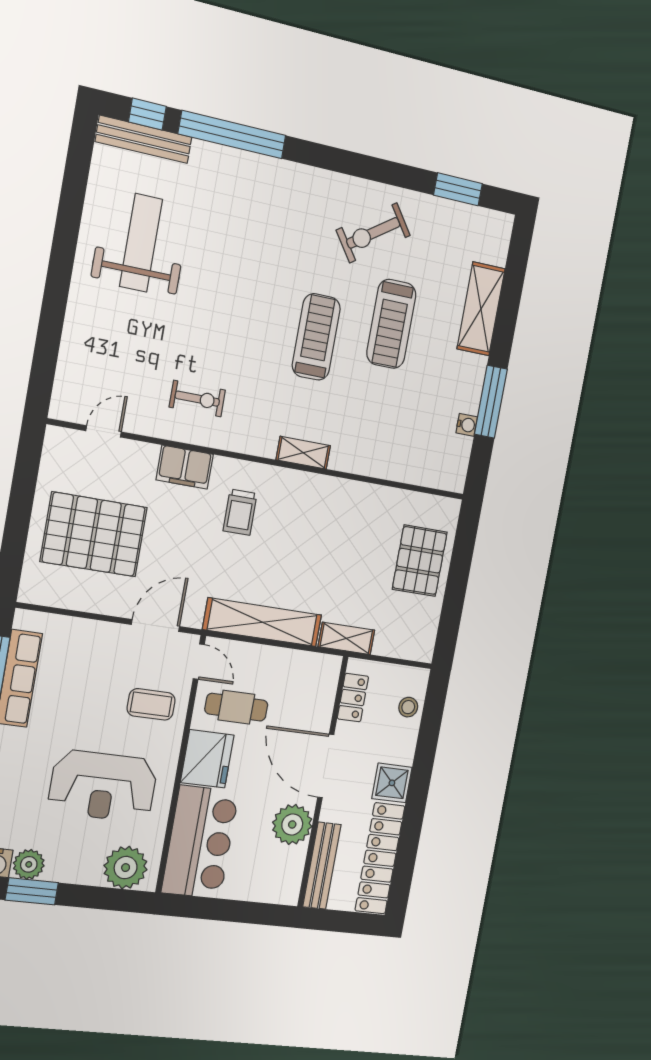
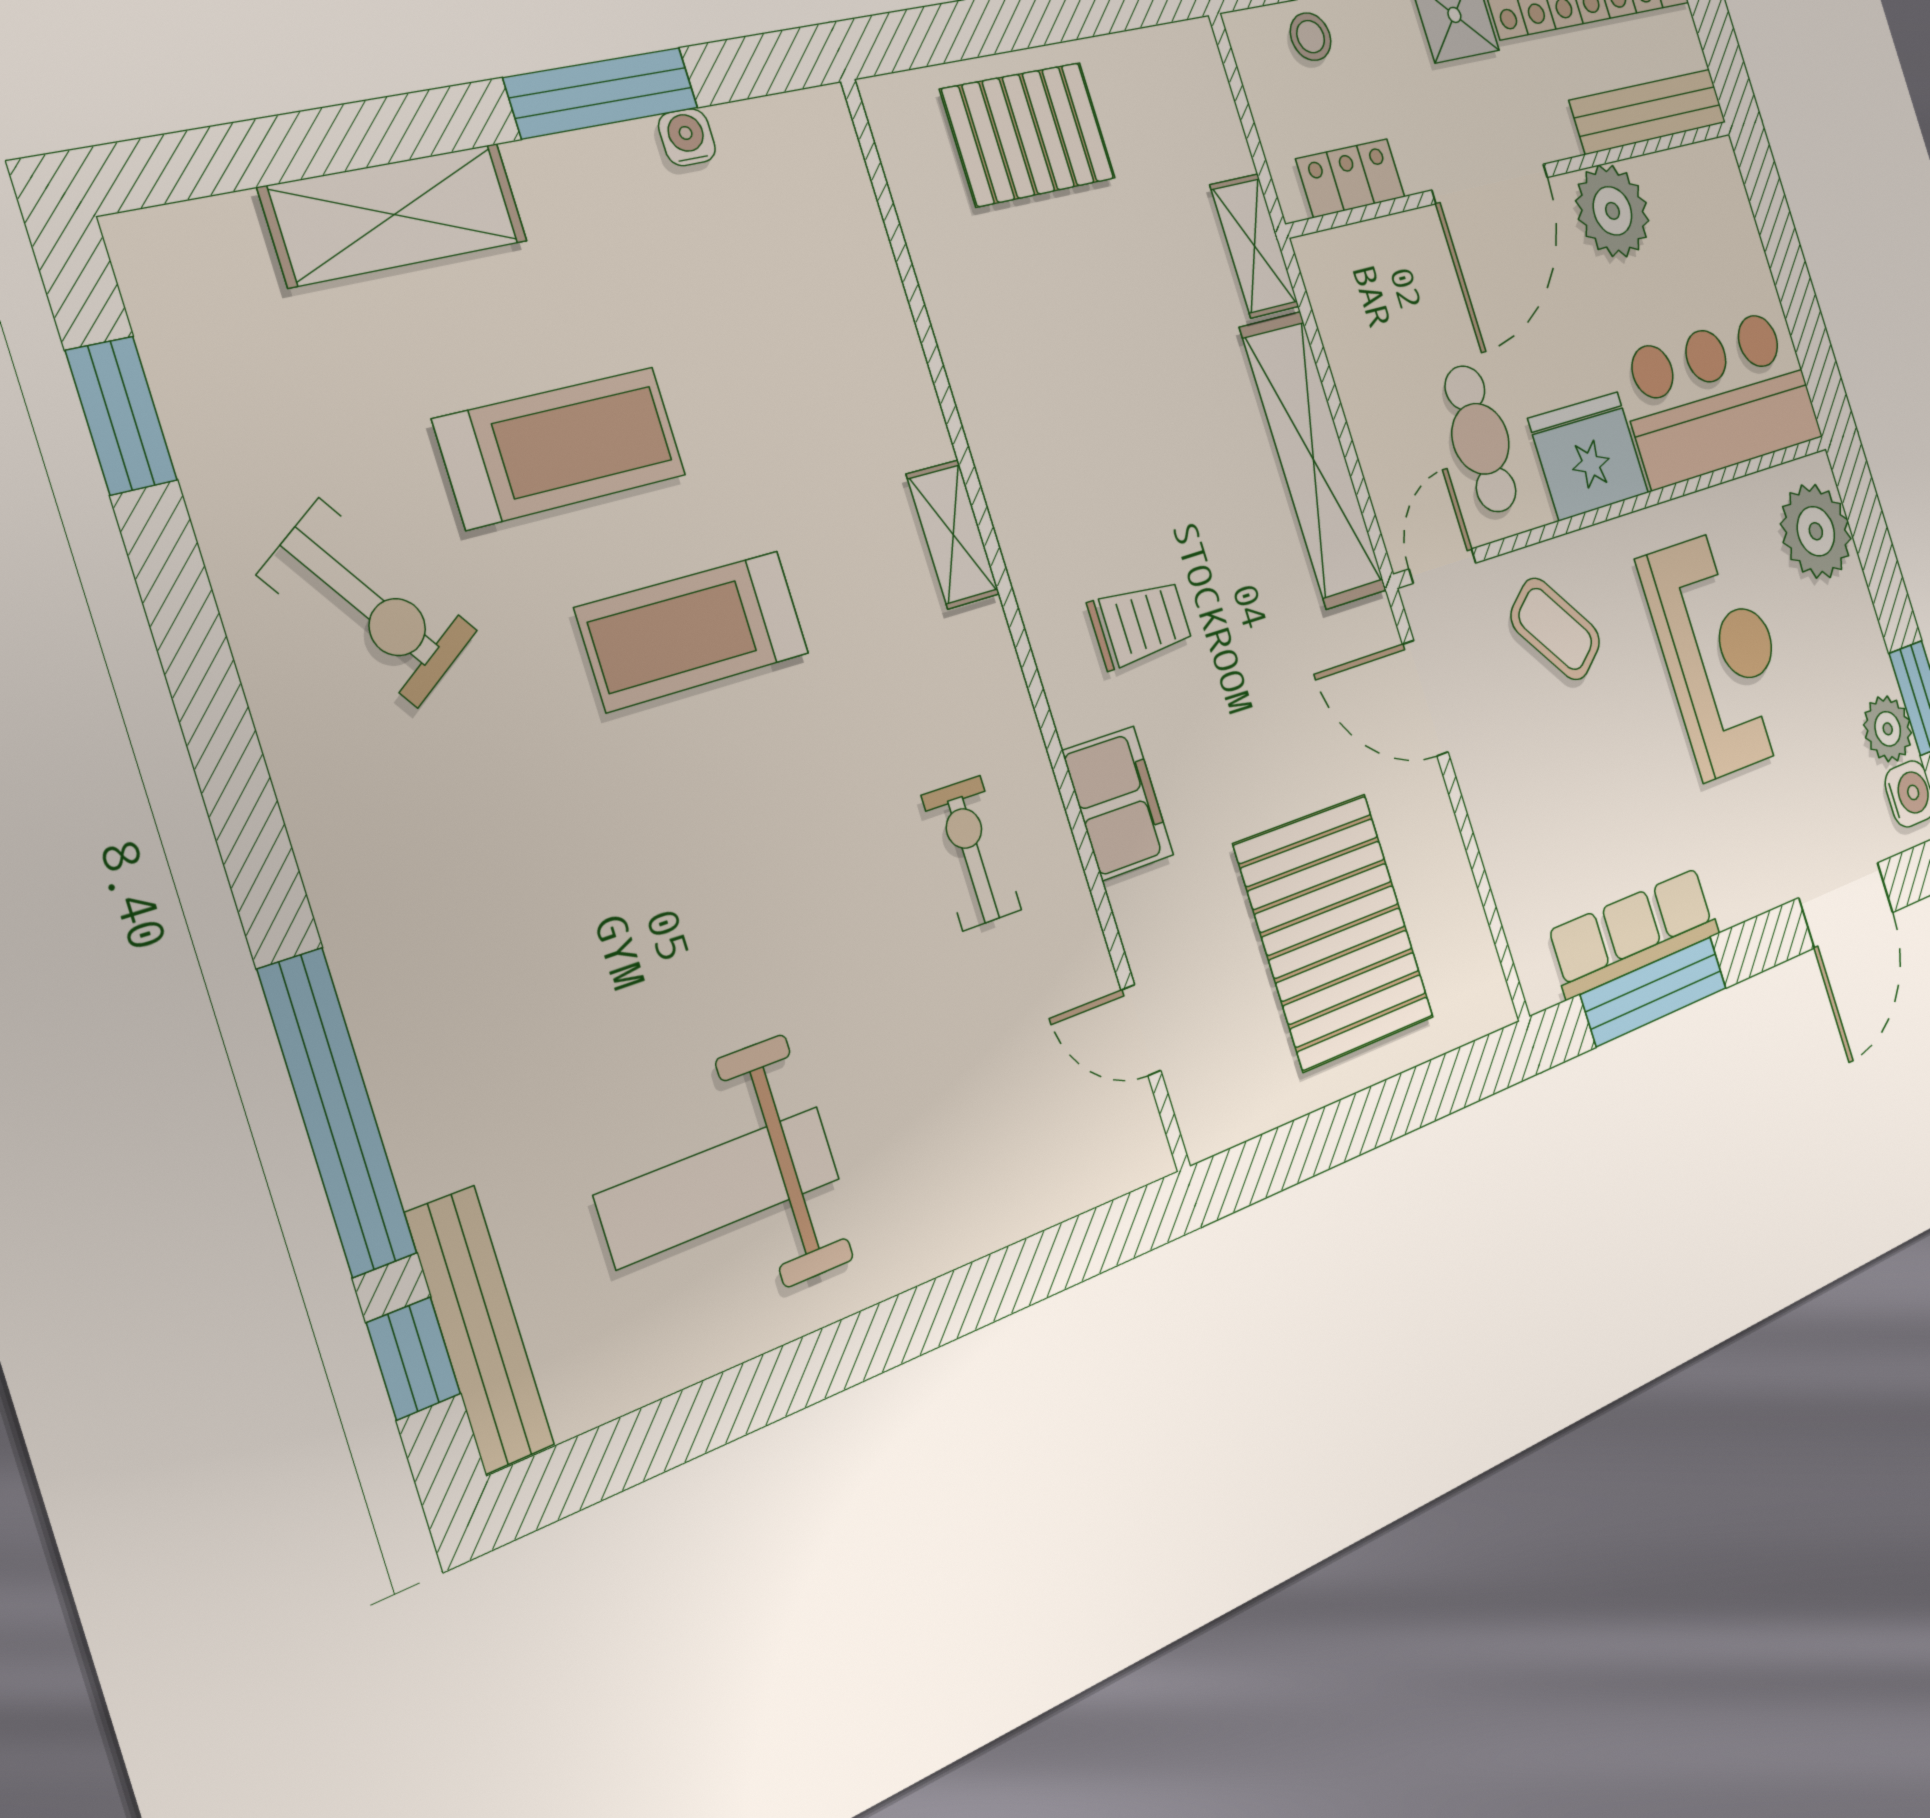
coffee table: (151, 704) -> (1555, 629), turned -38

